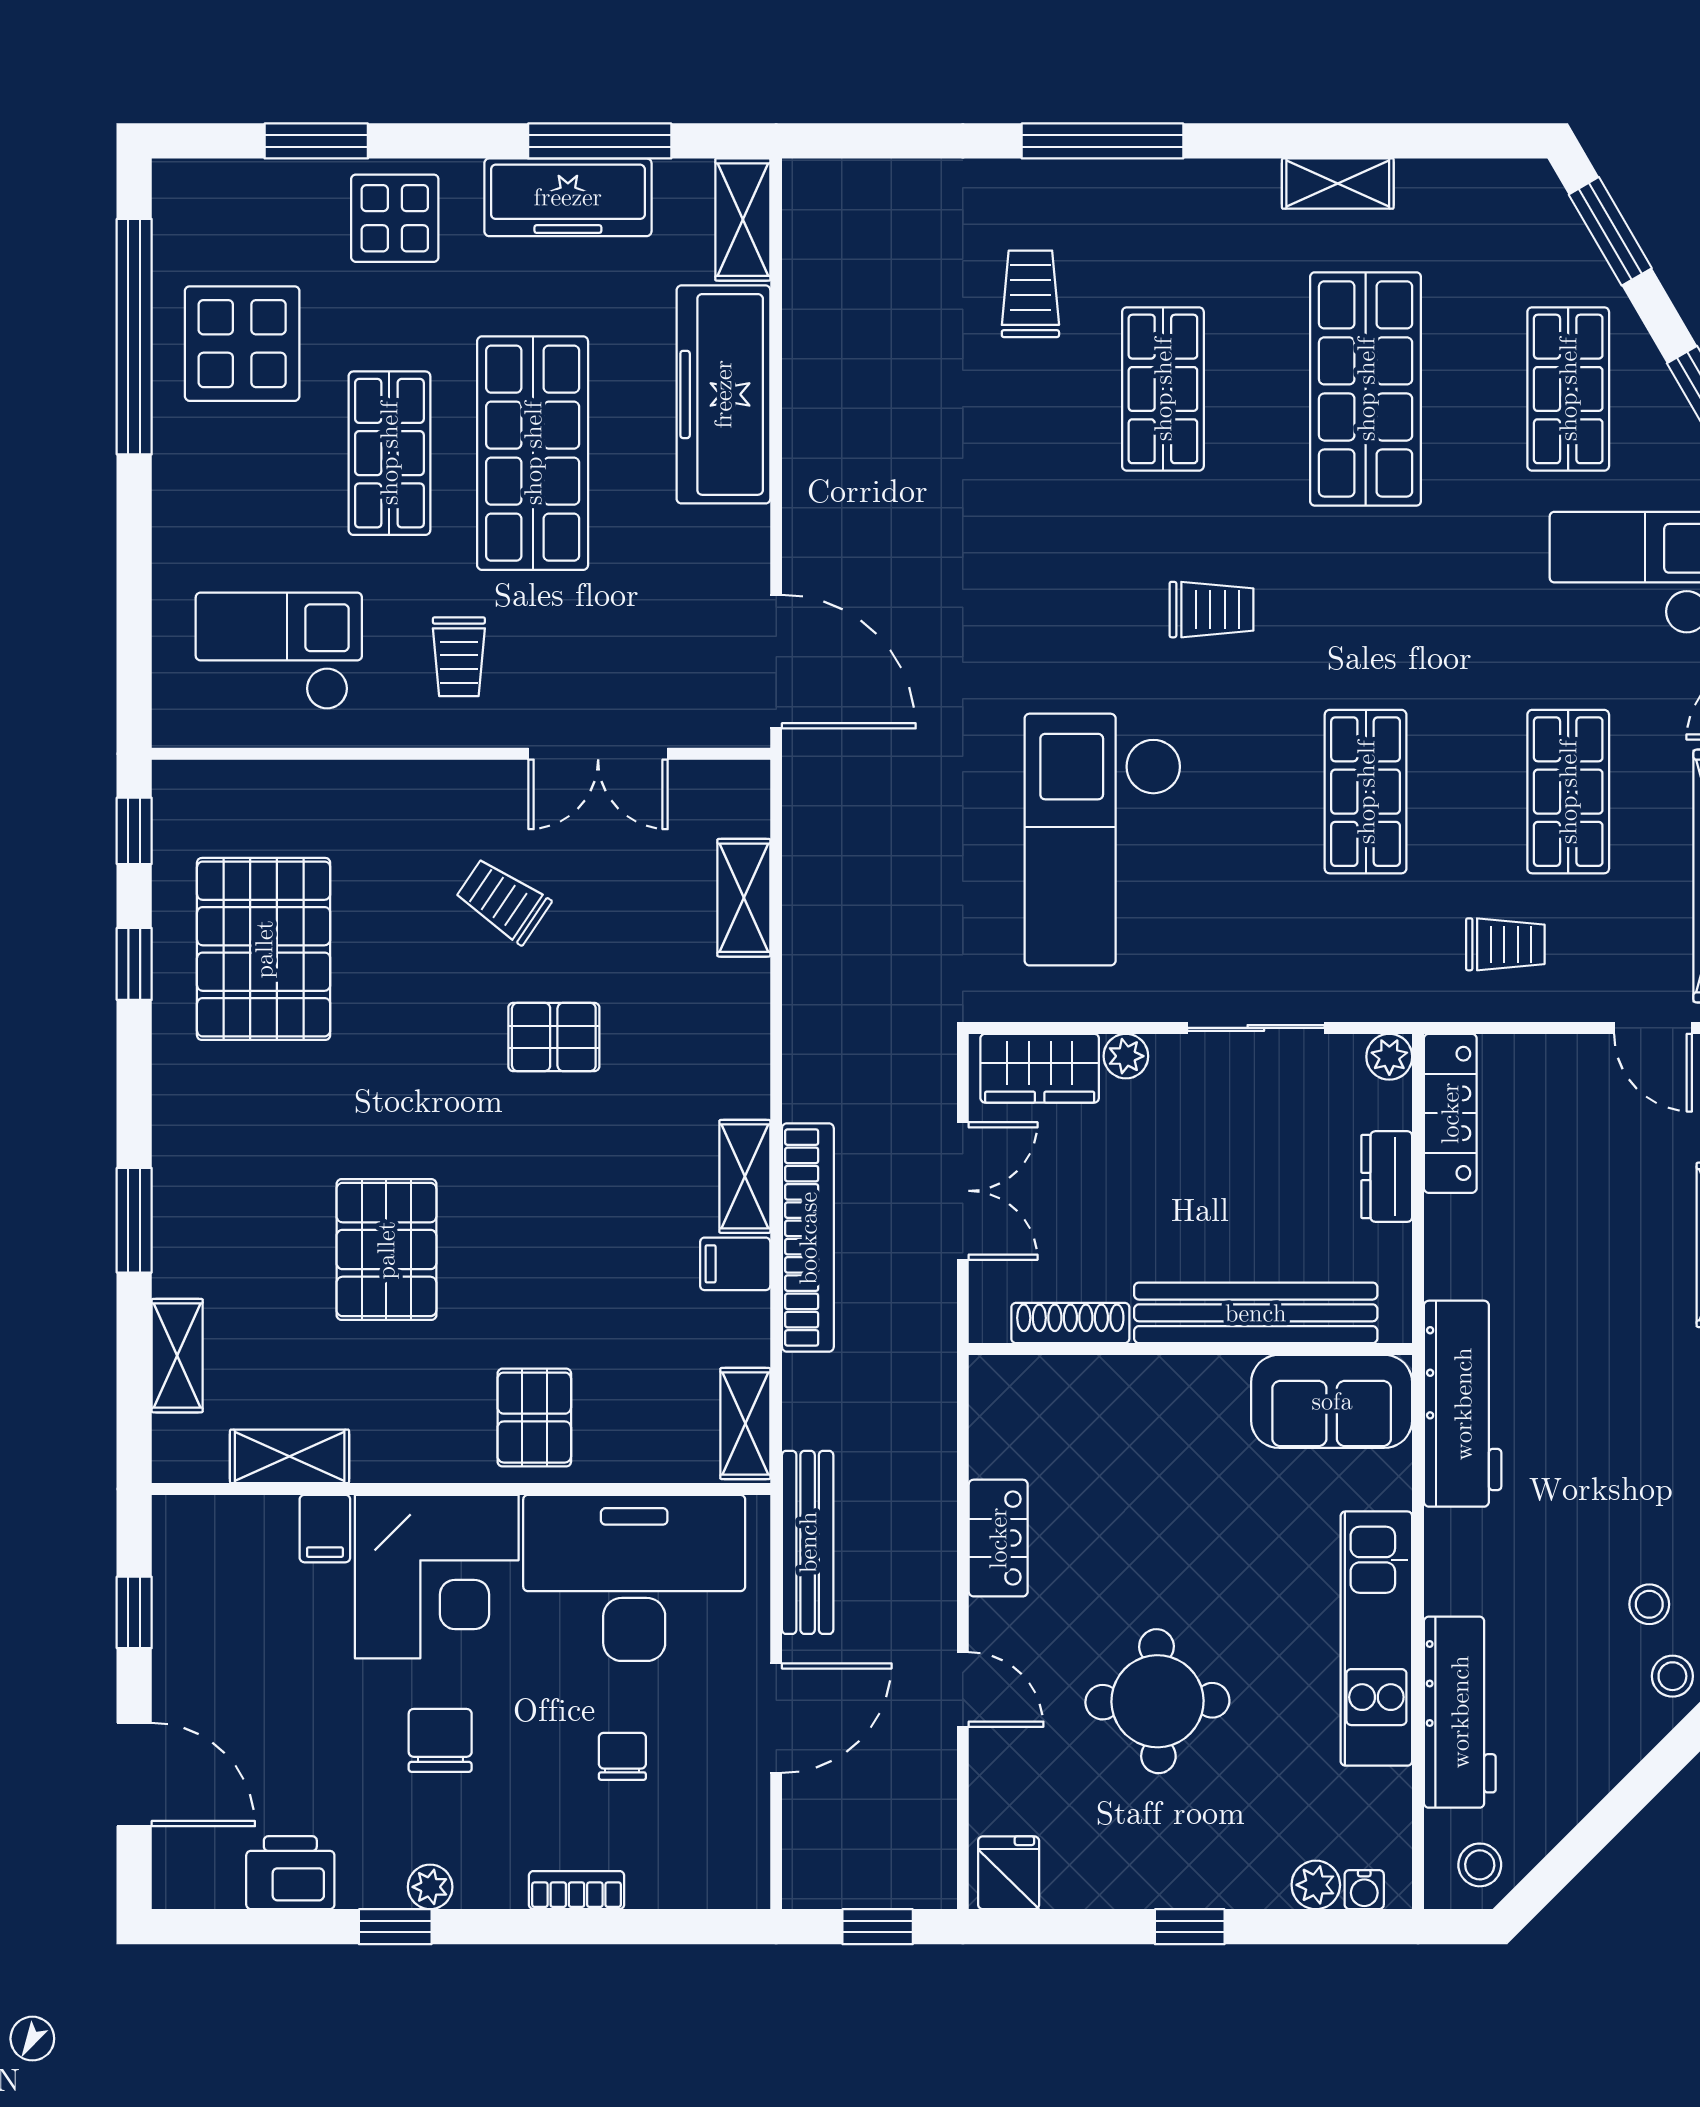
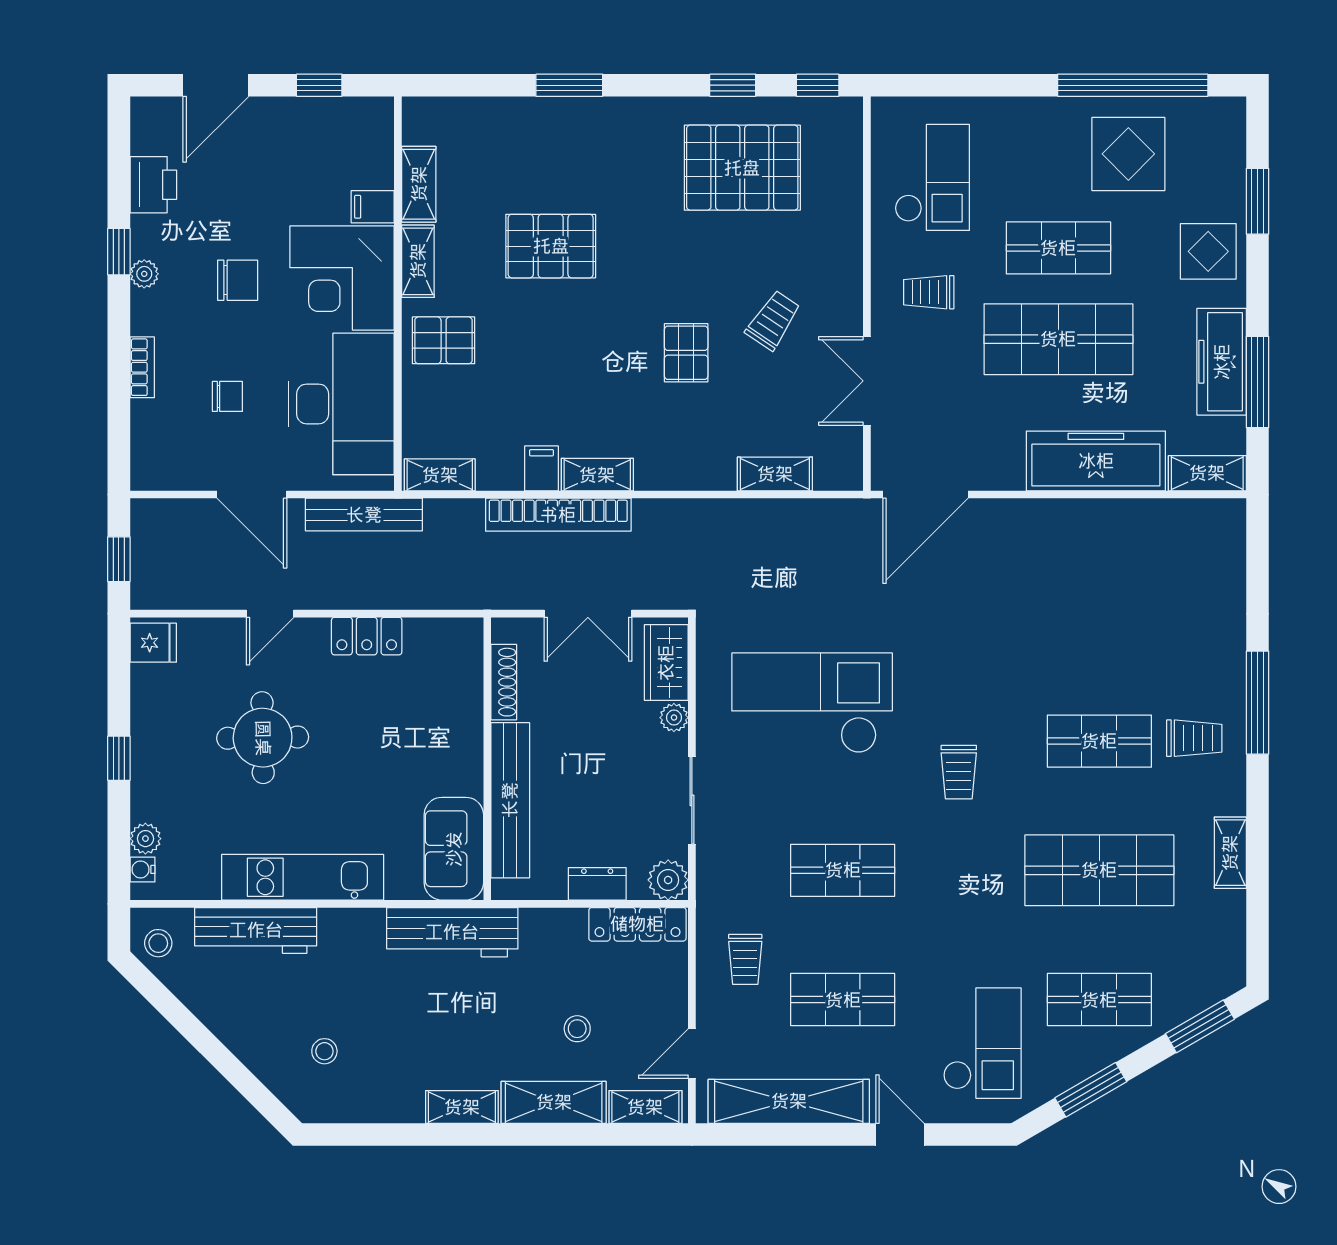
trolley: (1030, 294) -> (1194, 738), moved
plant: (1389, 1057) -> (668, 880), width x1.38, depth x1.38
shelving: (177, 1356) -> (418, 261), moved, turned 90
stool: (1672, 1676) -> (577, 1029), moved

